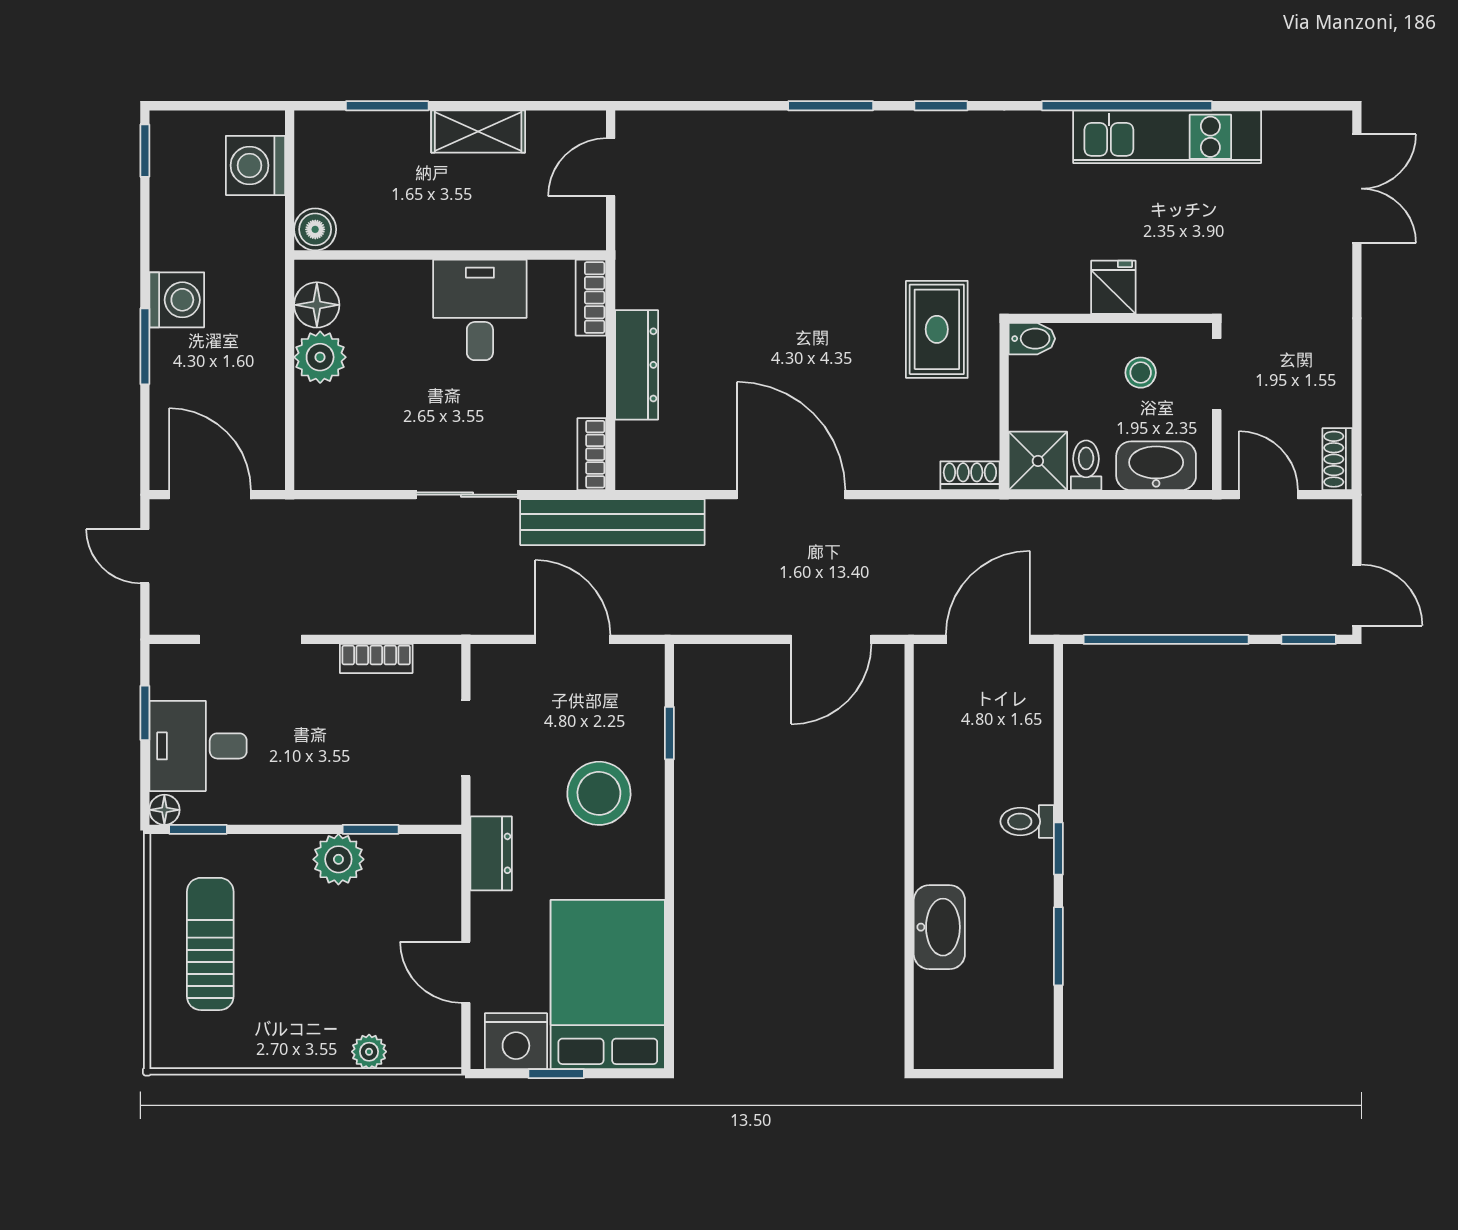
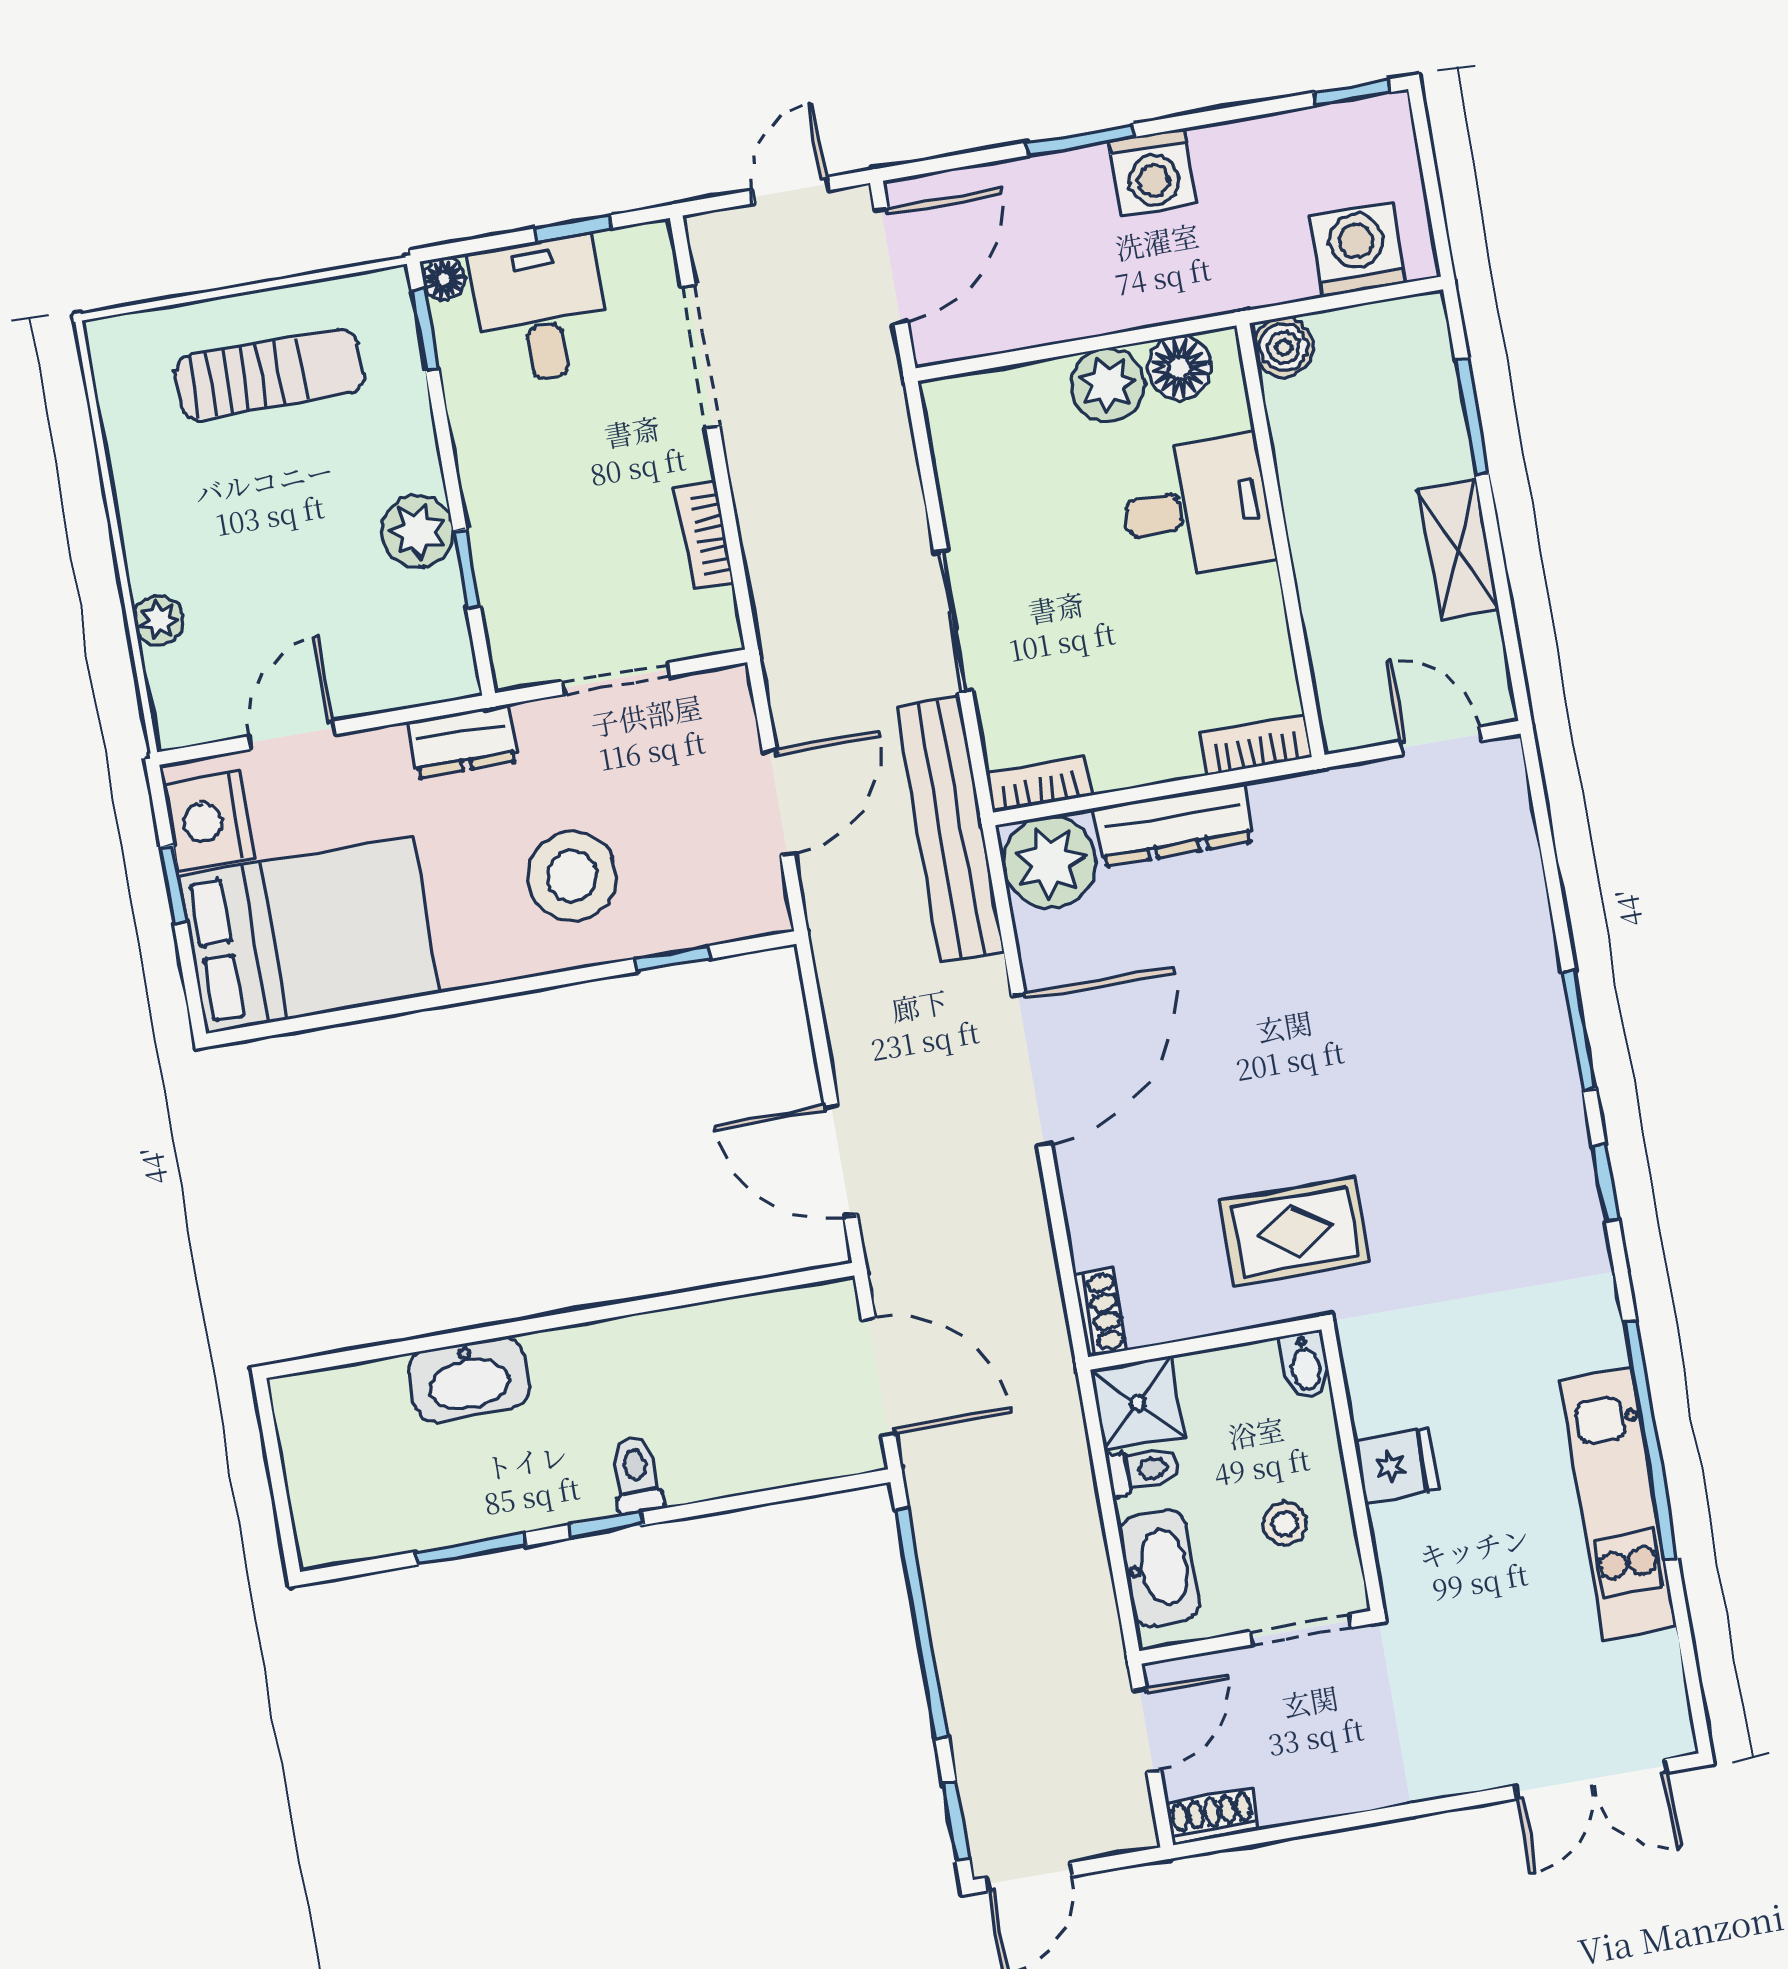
desk: (480, 310) -> (1197, 508), moved
plant: (648, 456) -> (1050, 862), added

